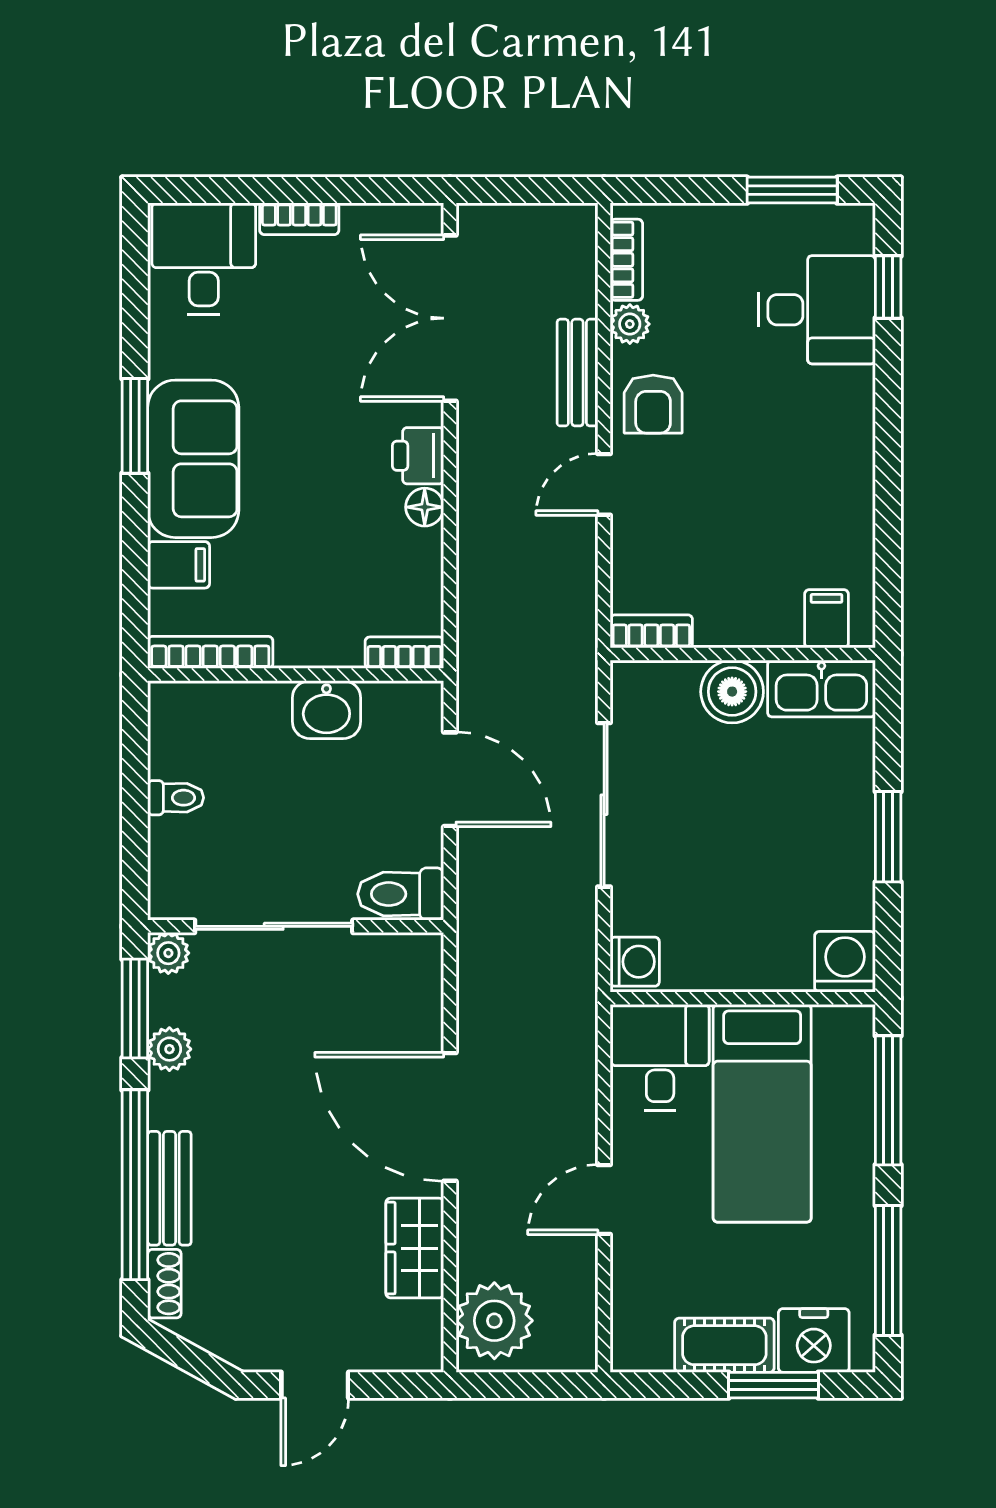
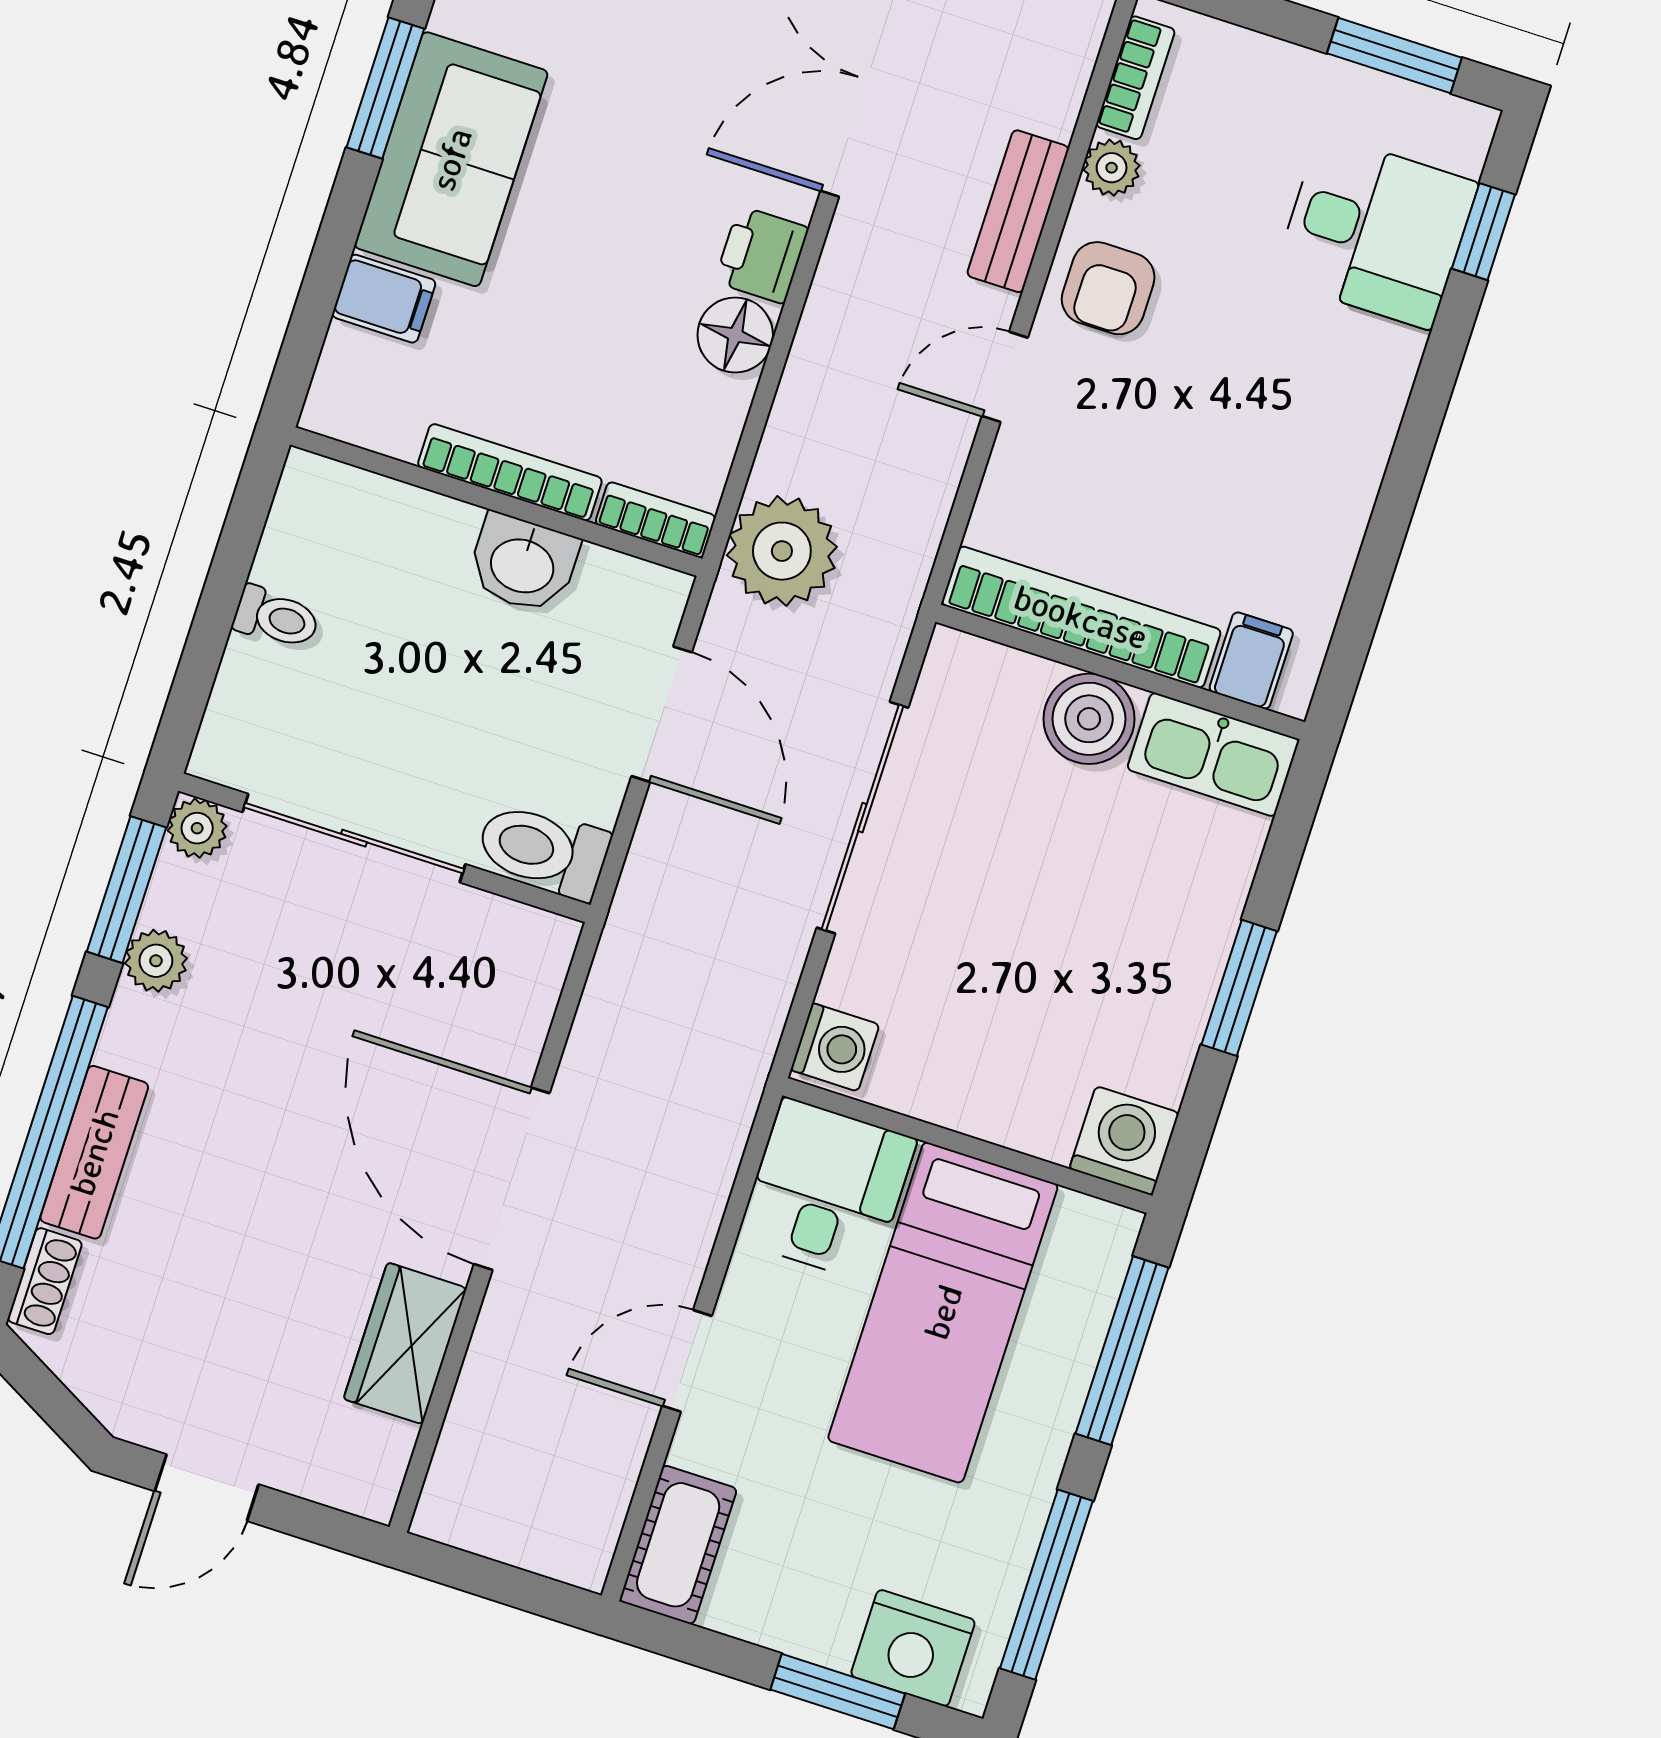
floor lamp: (425, 507) -> (735, 335), width x1.37, depth x1.37
bookcase: (651, 631) -> (1081, 617), width x2.31, depth x1.31
bookcase: (210, 652) -> (510, 472), moved
plant: (494, 1321) -> (782, 551), moved
cot: (724, 1345) -> (678, 1545), moved, turned 90

